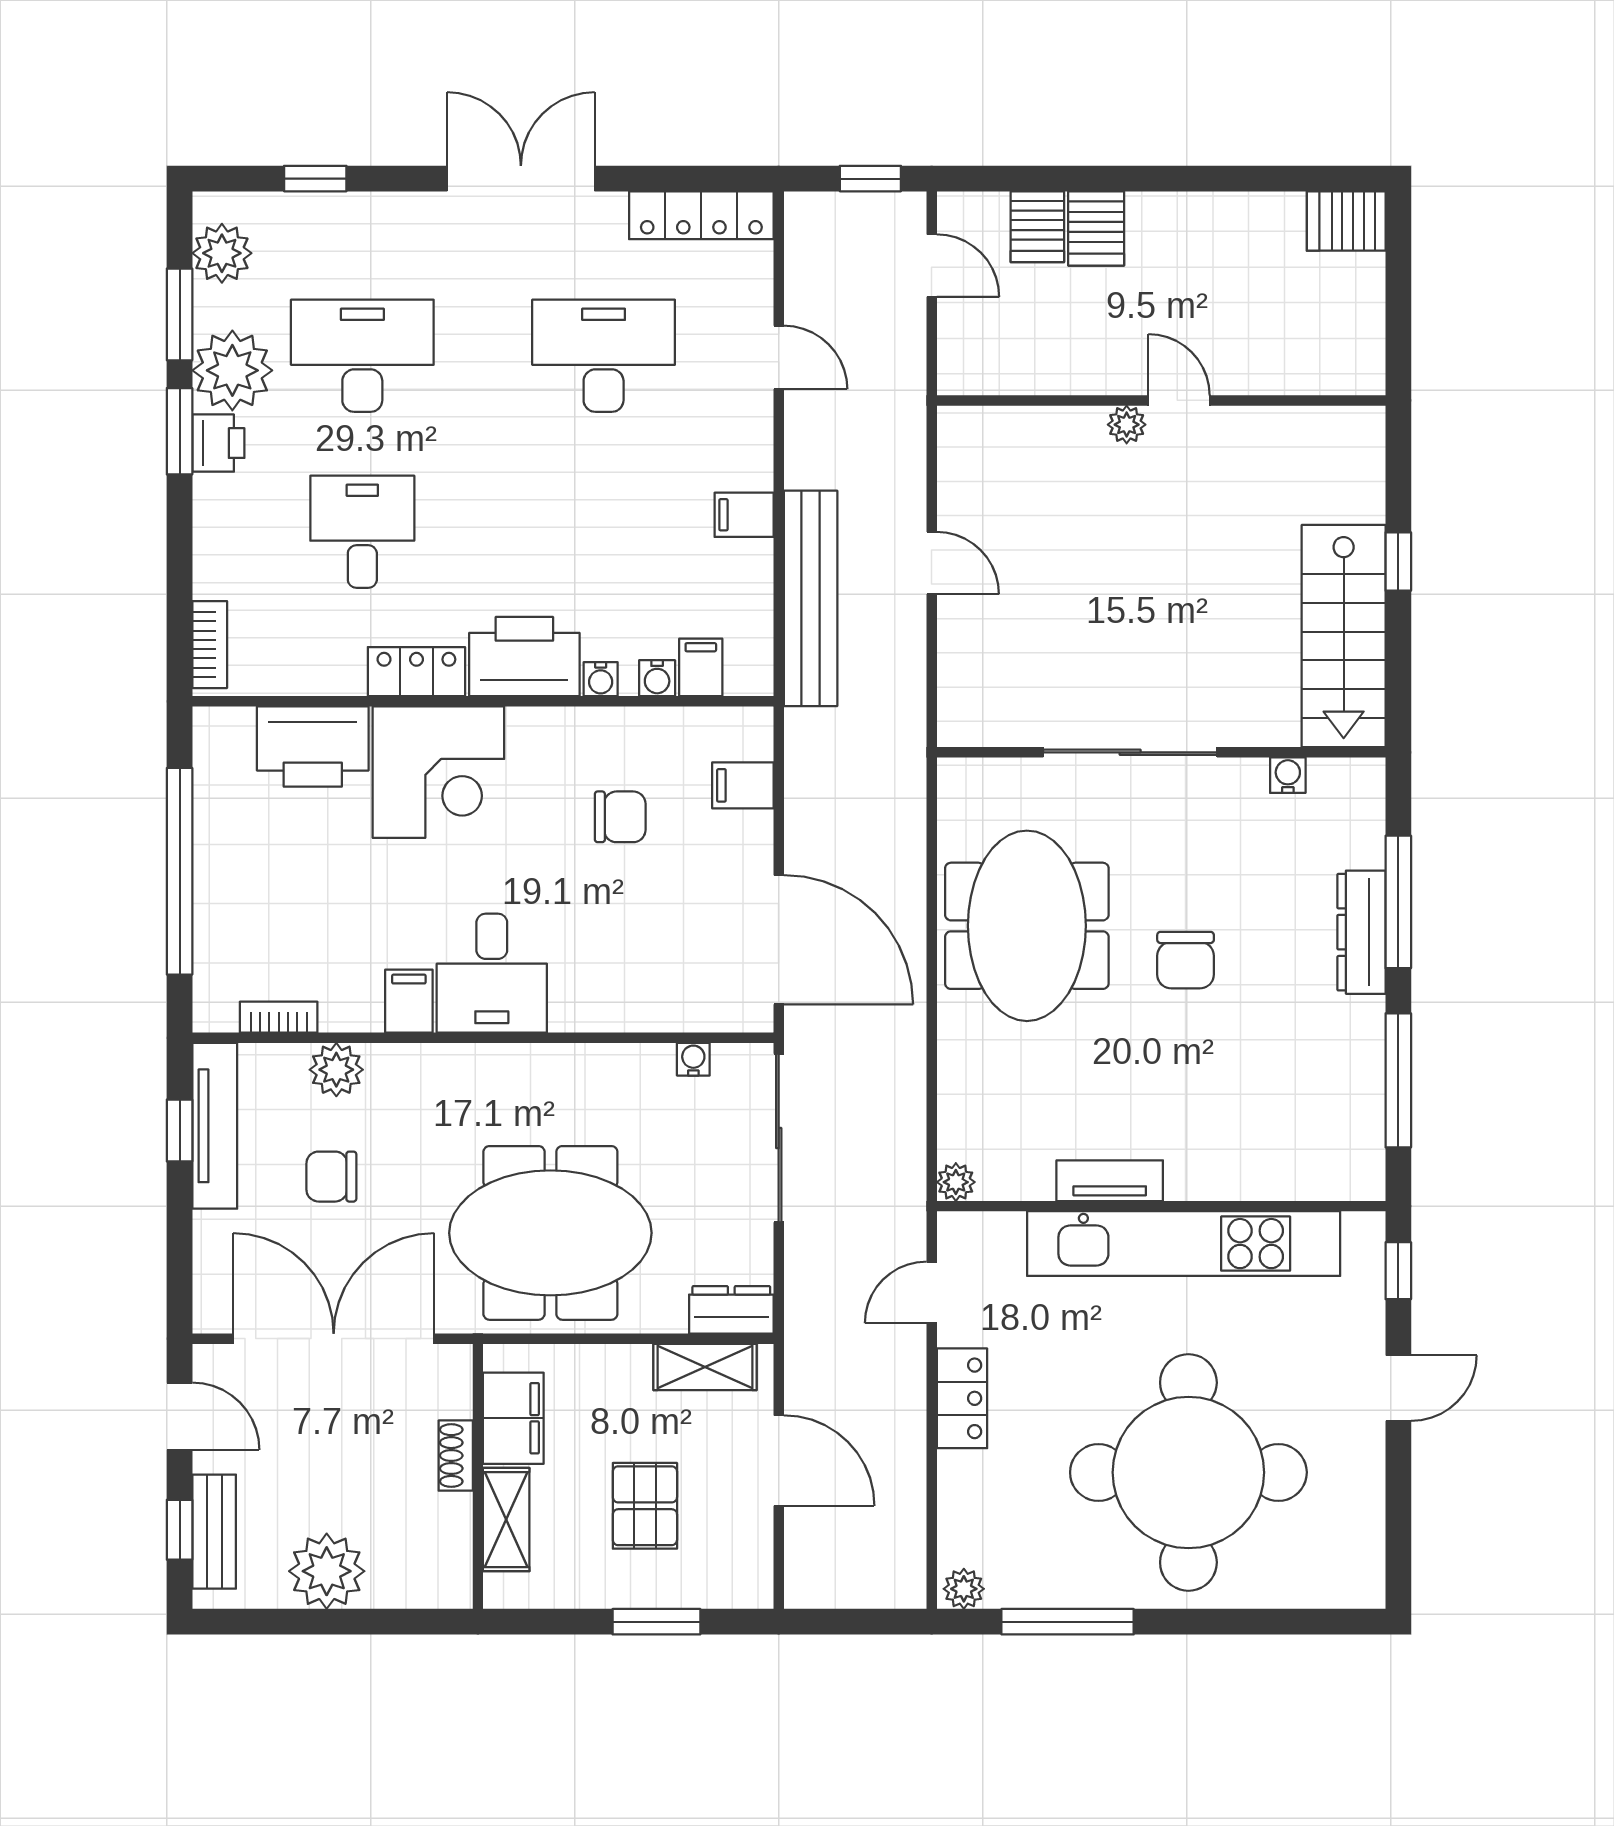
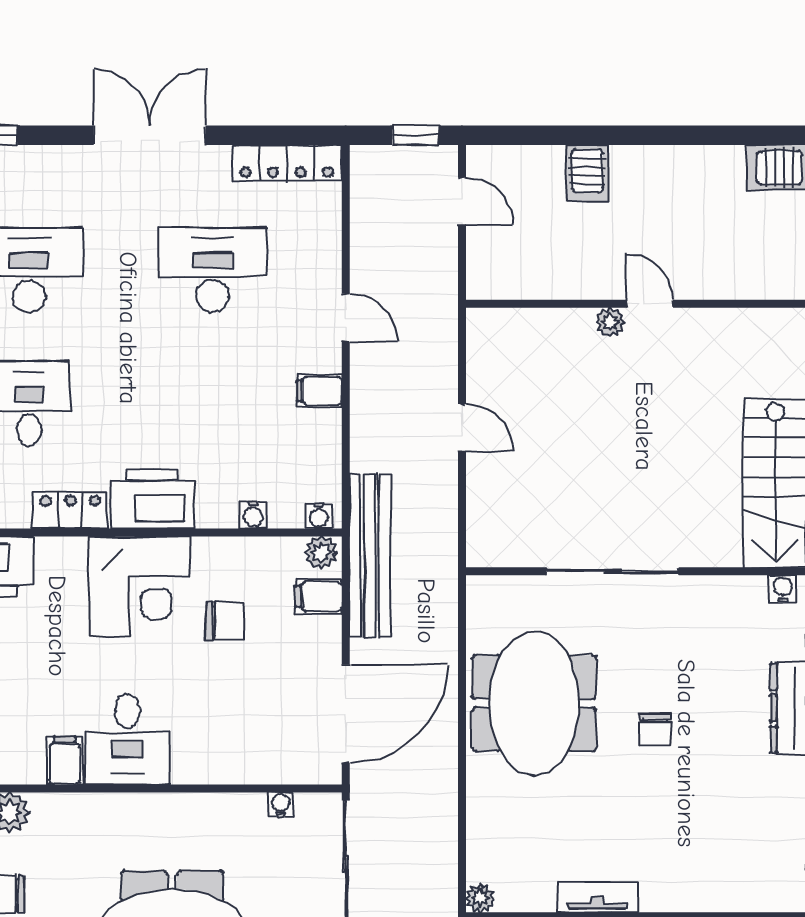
server rack: (1037, 227) -> (542, 172), removed
door: (779, 357) -> (346, 318), moved
bench: (811, 598) -> (370, 556), moved
filing cabinet: (701, 667) -> (286, 507), removed
water cooler: (601, 679) -> (319, 516), moved
plant: (746, 728) -> (321, 553), added
corner desk: (438, 772) -> (139, 586), moved
water cooler: (1288, 775) -> (783, 589), moved
door: (779, 940) -> (346, 714), hinge flipped
chair: (1186, 960) -> (655, 729), width x0.73, depth x0.73

